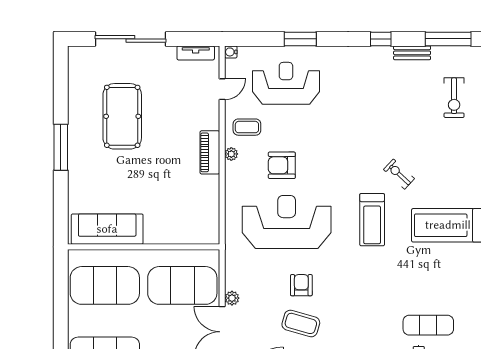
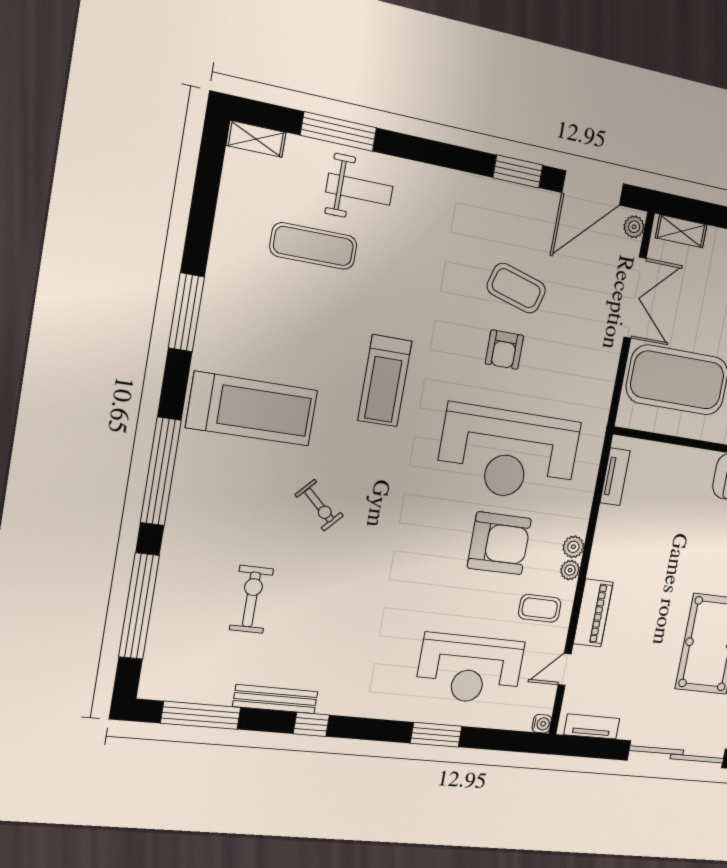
bench: (412, 53) -> (275, 699), width x1.36
exercise bike: (454, 98) -> (251, 599), moved
piano: (210, 152) -> (593, 613), moved
armchair: (282, 165) -> (499, 543), width x1.36, depth x1.36
tv unit: (213, 218) -> (615, 477), added
treadmill: (372, 220) -> (385, 381), moved, turned 180
plant: (232, 298) -> (573, 547), moved

